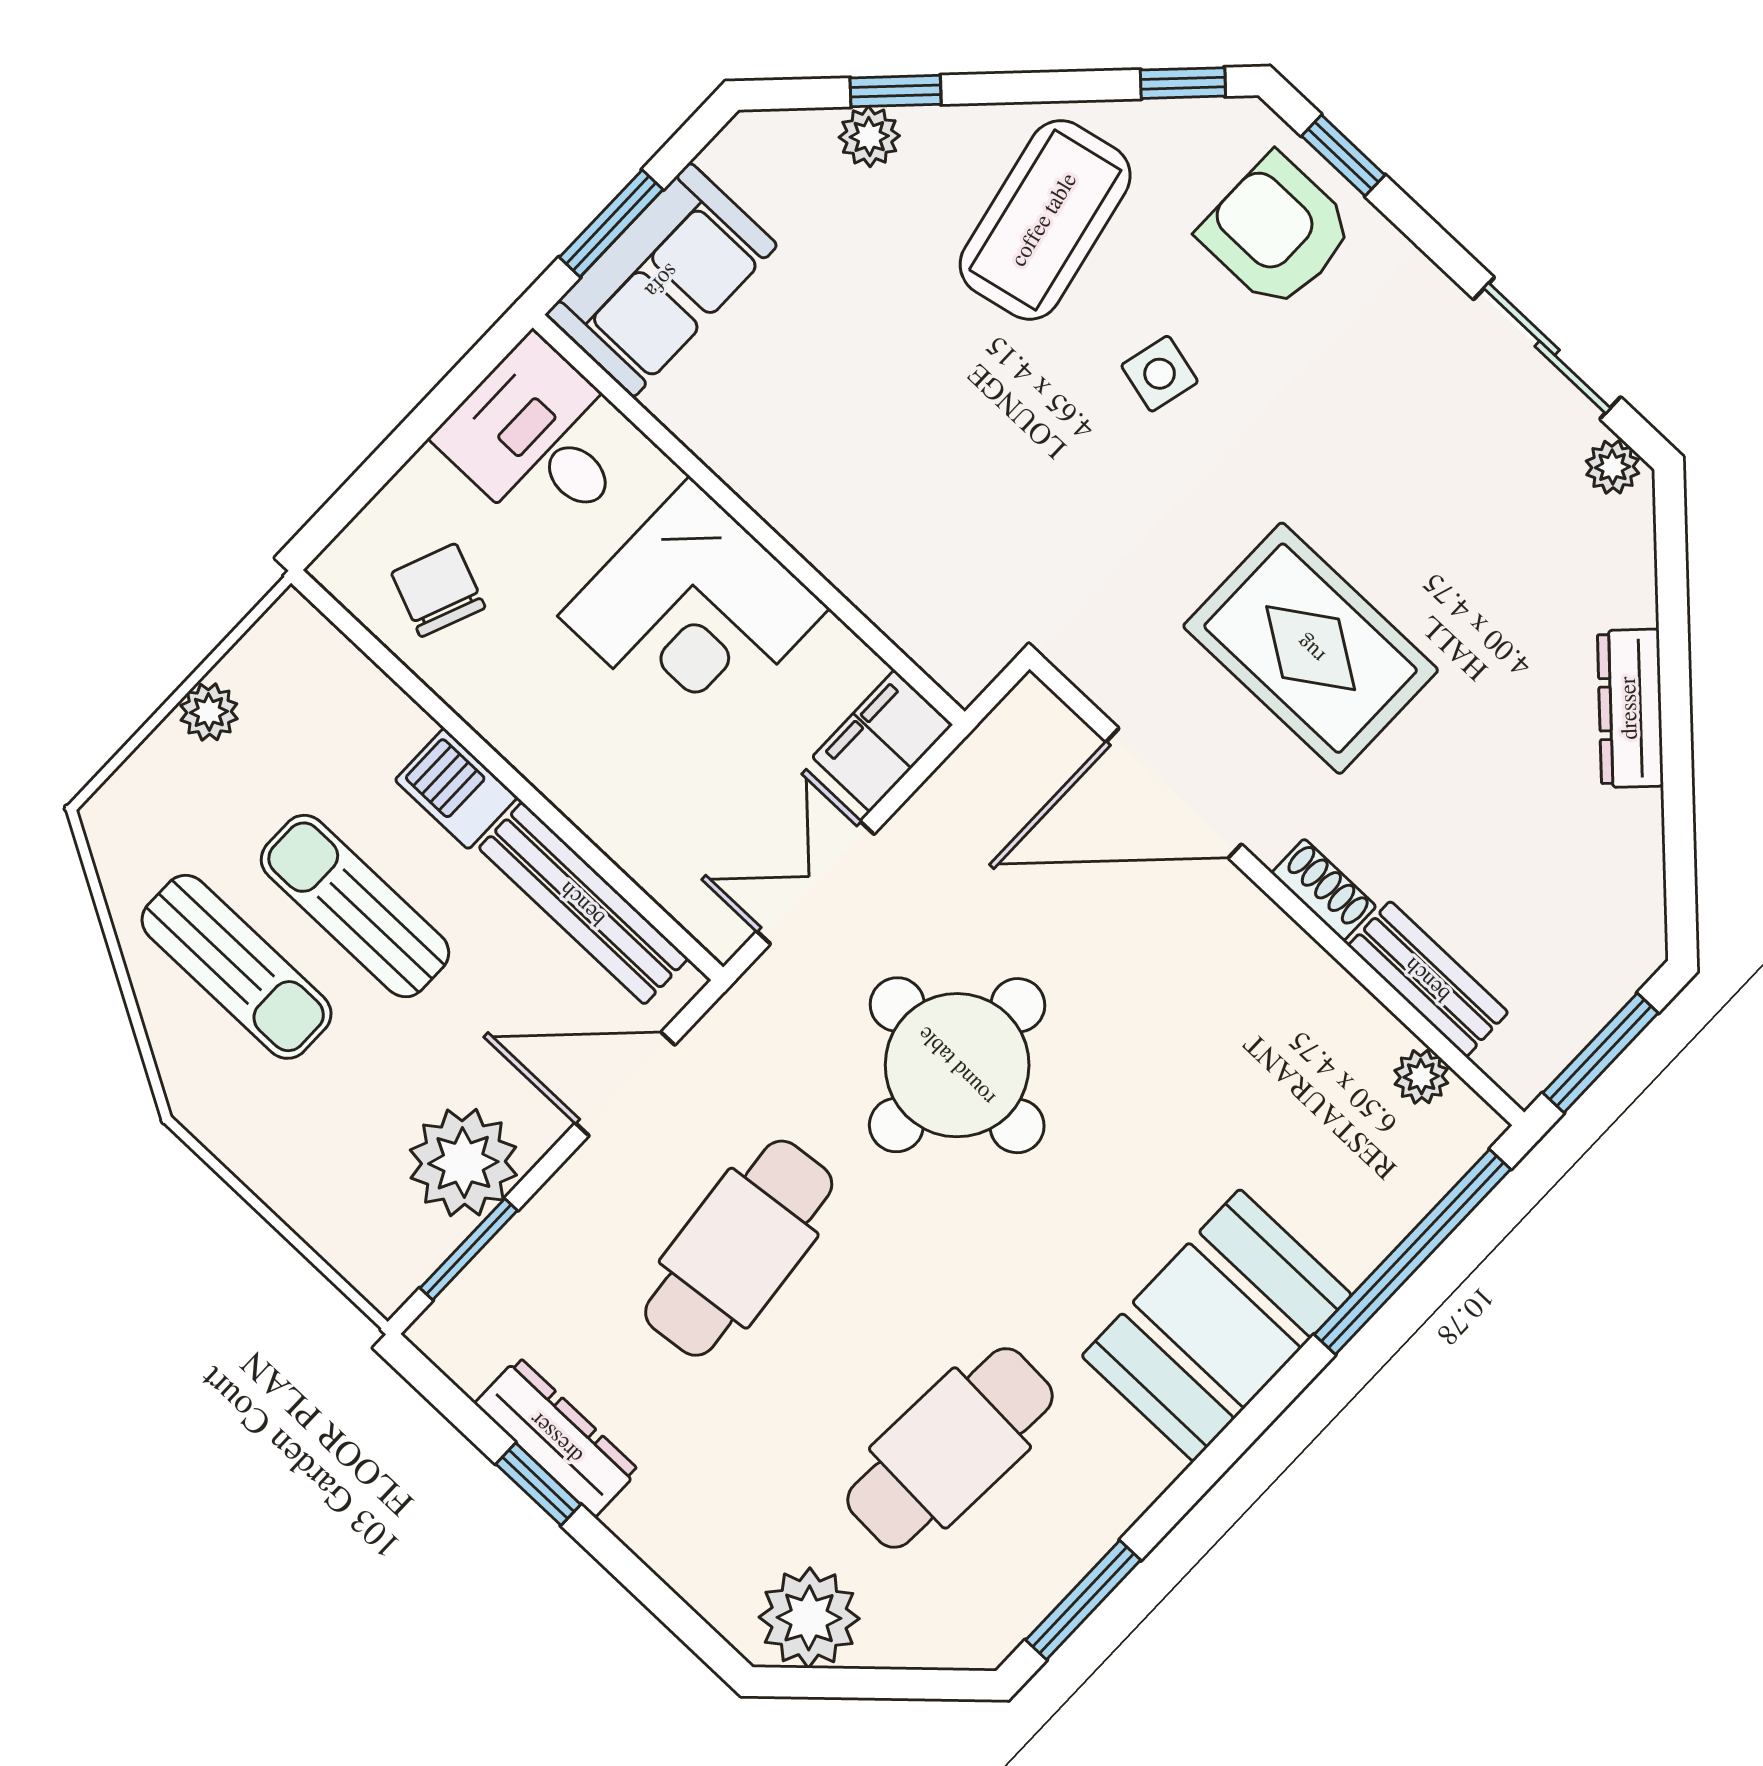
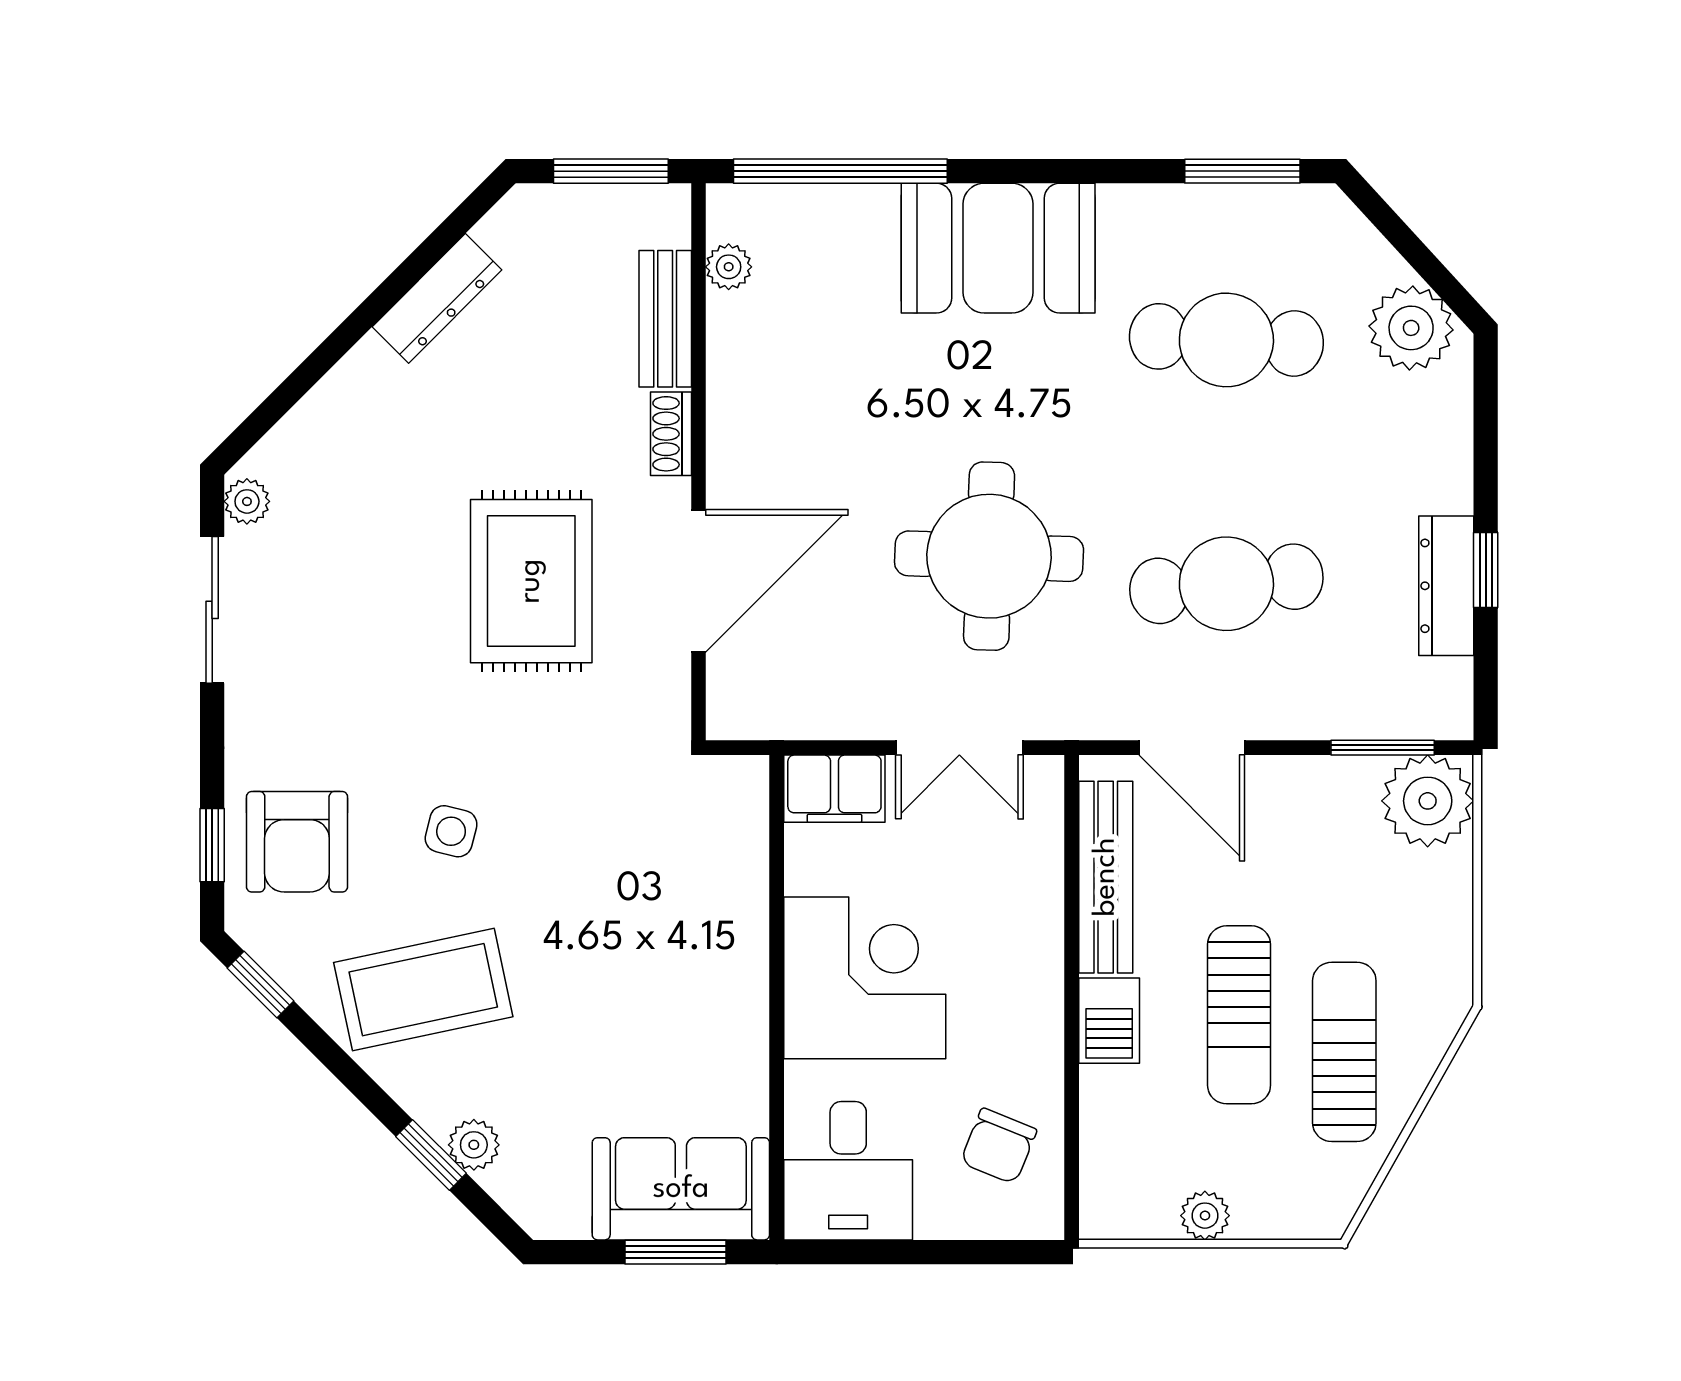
dresser: (1630, 708) -> (437, 298), moved
door: (1174, 793) -> (698, 581), hinge flipped
plant: (463, 1163) -> (1428, 801), moved

